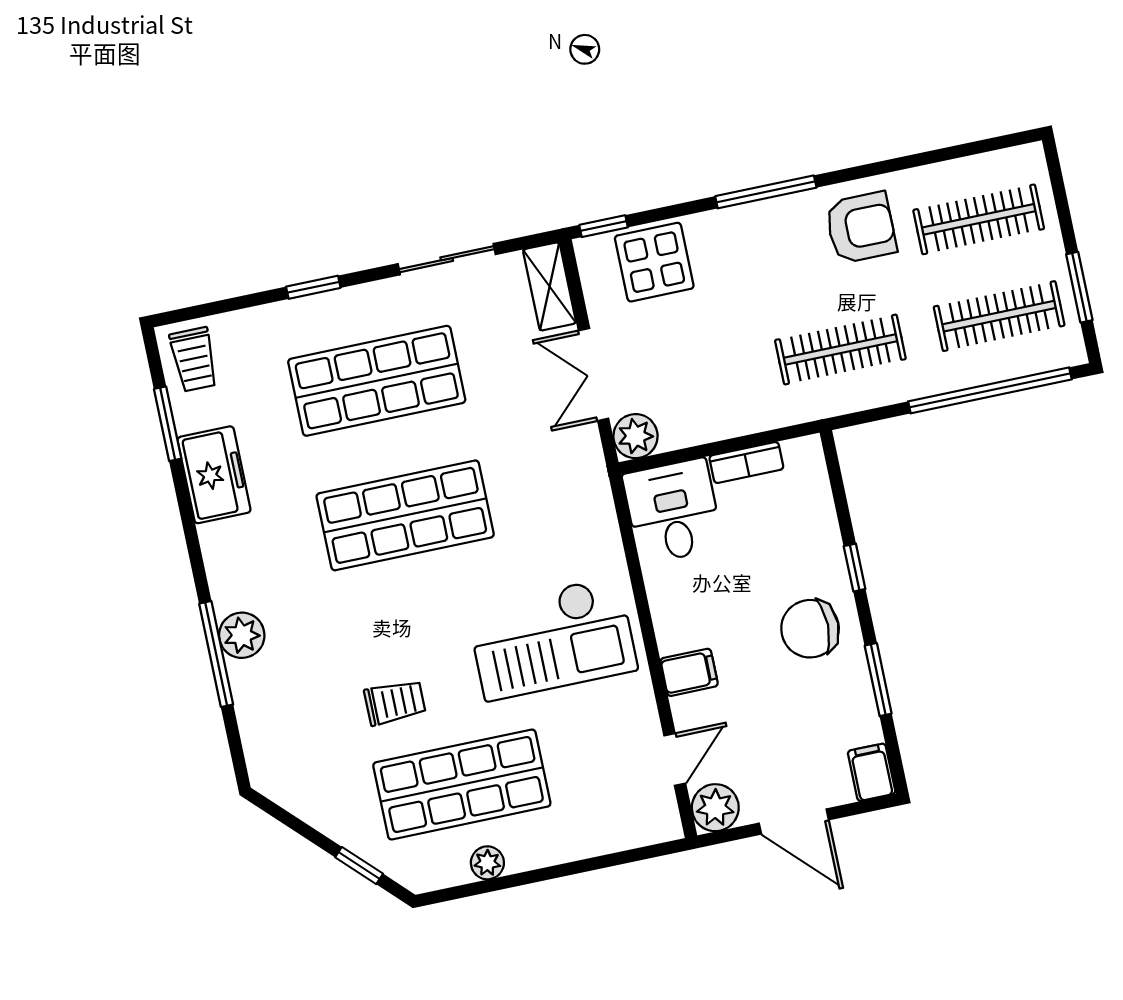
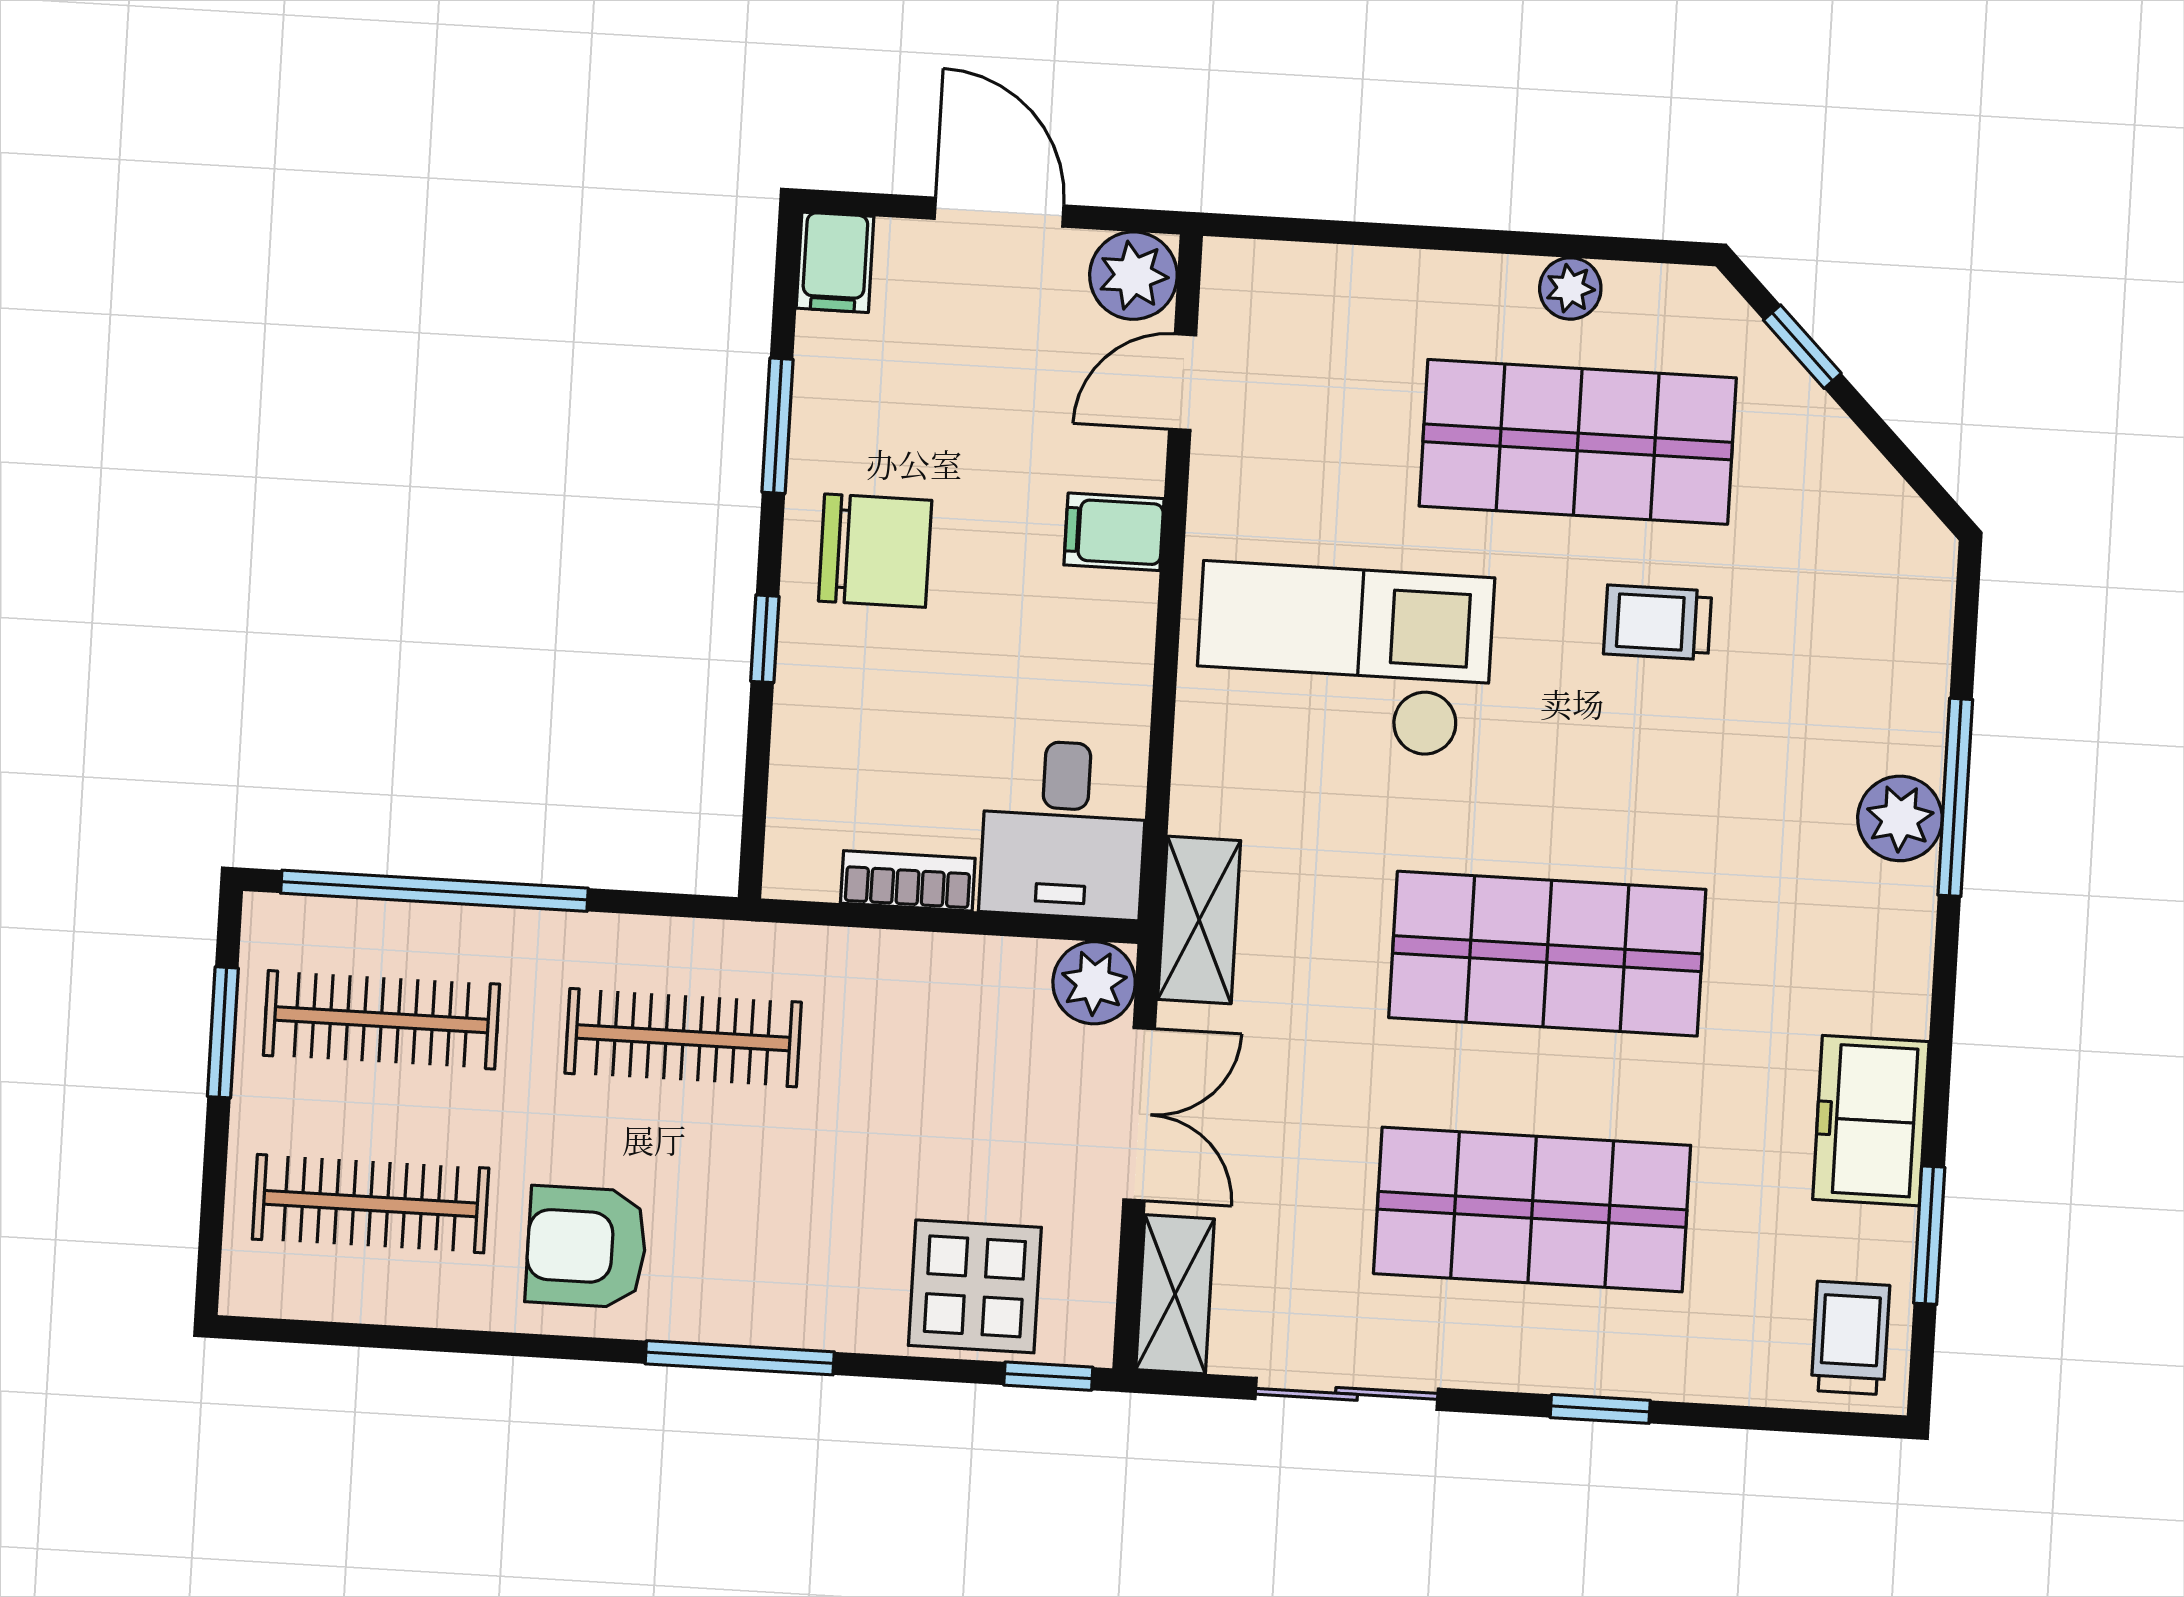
shelving: (590, 483) -> (1199, 920), added

